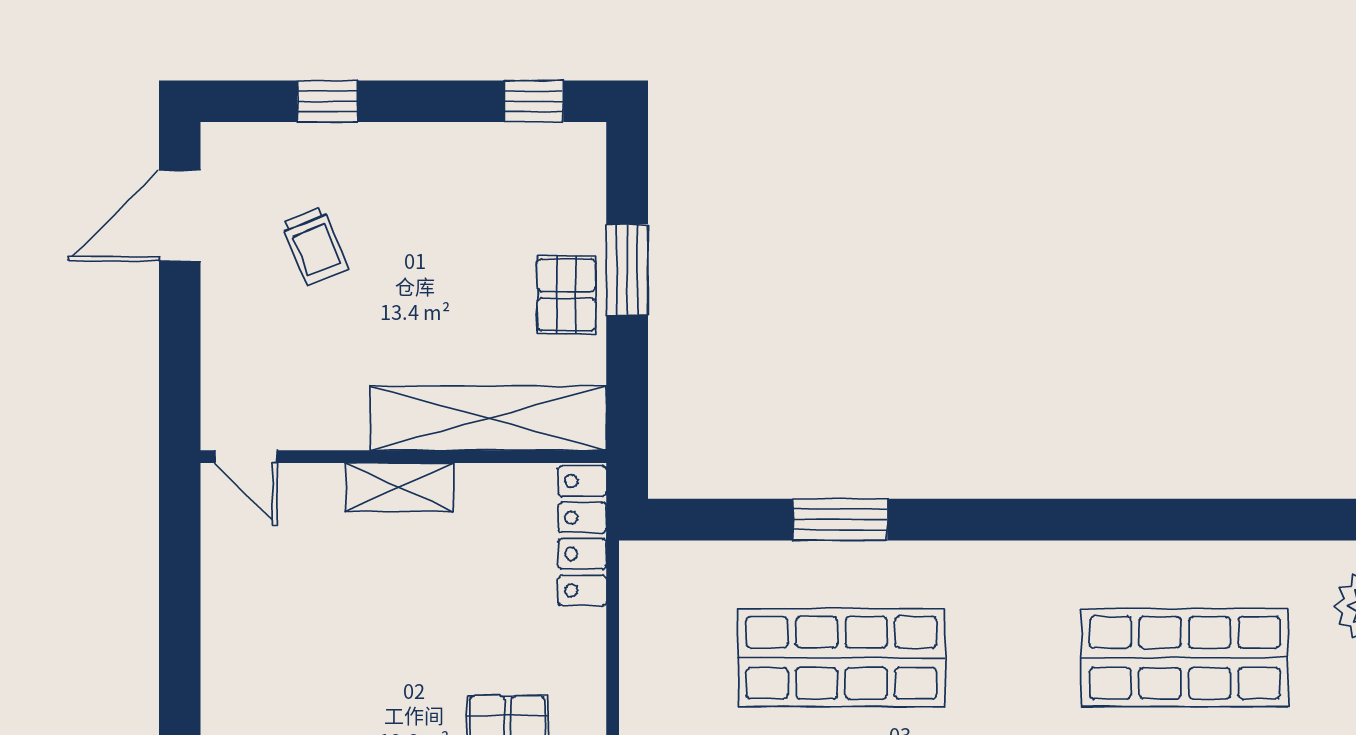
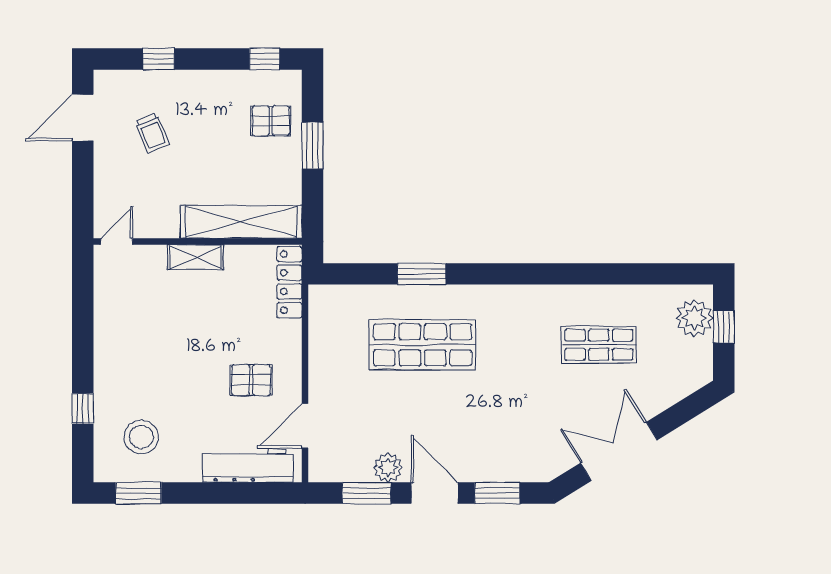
pallet: (566, 295) -> (271, 121), moved, turned 90
door: (246, 457) -> (117, 242), swing flipped
shop shelf: (1185, 658) -> (599, 345), width x0.70, depth x0.74

